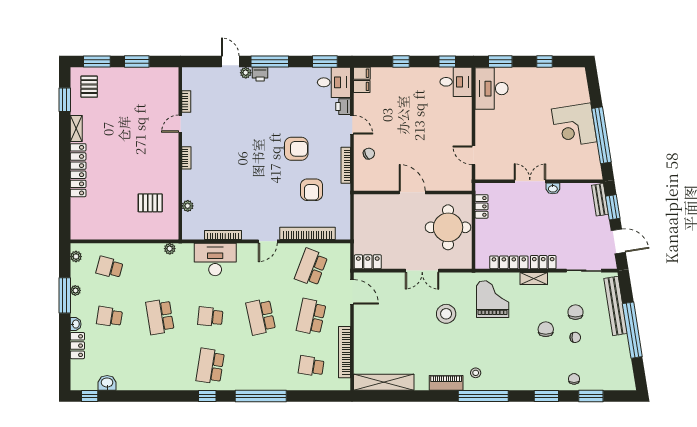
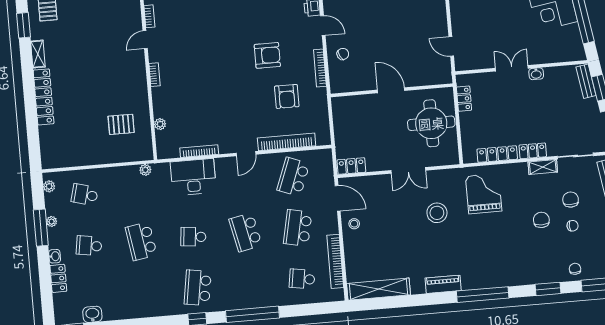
shelving: (534, 278) -> (543, 167), moved
stool: (476, 373) -> (354, 224), moved

